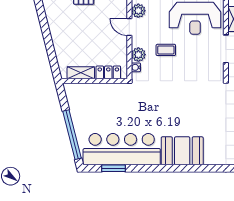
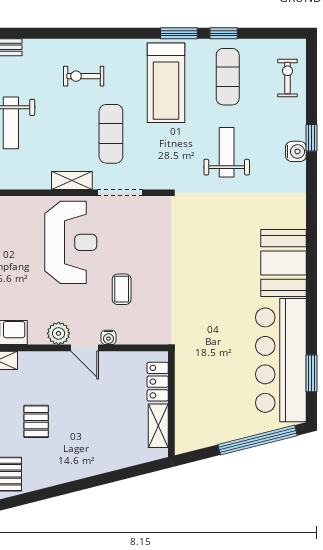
door: (129, 27) -> (85, 348), hinge flipped
plant: (138, 55) -> (129, 333), removed
water cooler: (136, 67) -> (109, 337), moved

